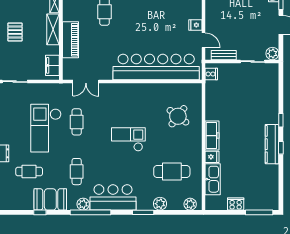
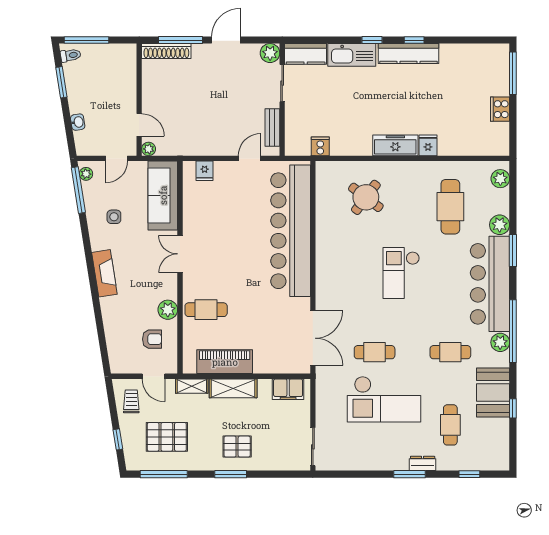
fridge: (195, 25) -> (205, 171), moved
piano: (70, 40) -> (225, 362), moved
cooker: (211, 74) -> (320, 146), moved
kitchen counter: (272, 77) -> (306, 54), added
double door: (86, 82) -> (313, 338), width x1.37
kitchen sink: (213, 179) -> (352, 55), moved, turned 180
bar counter: (113, 197) -> (490, 284), width x1.36

